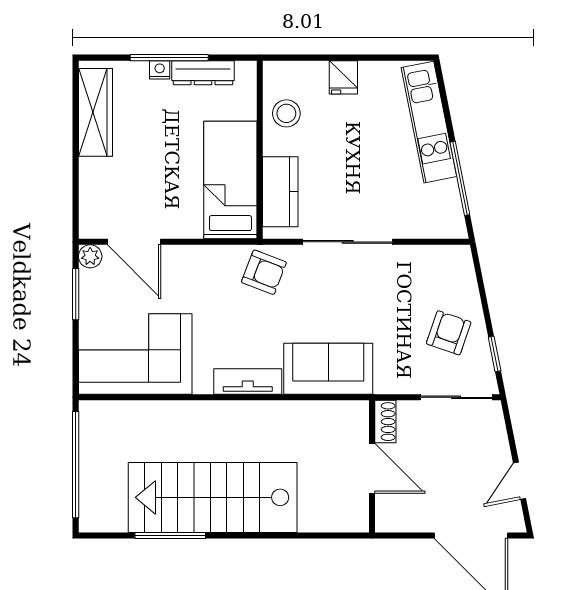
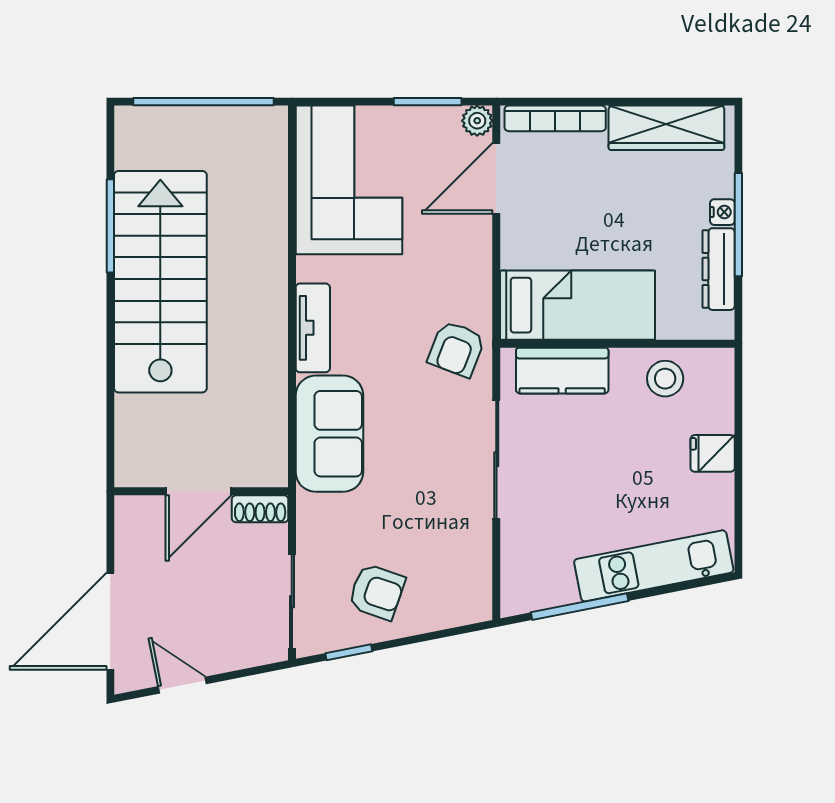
bookcase: (88, 197) -> (555, 118), added

